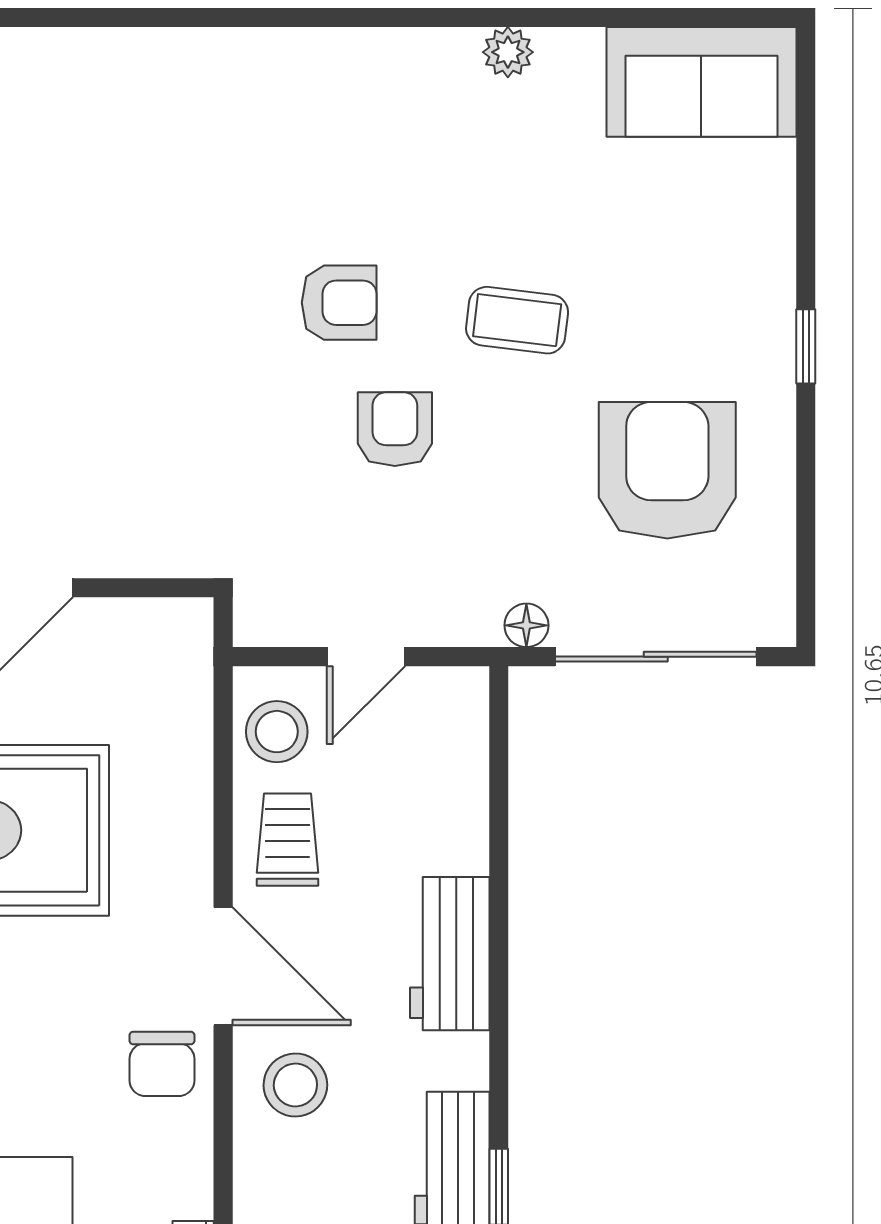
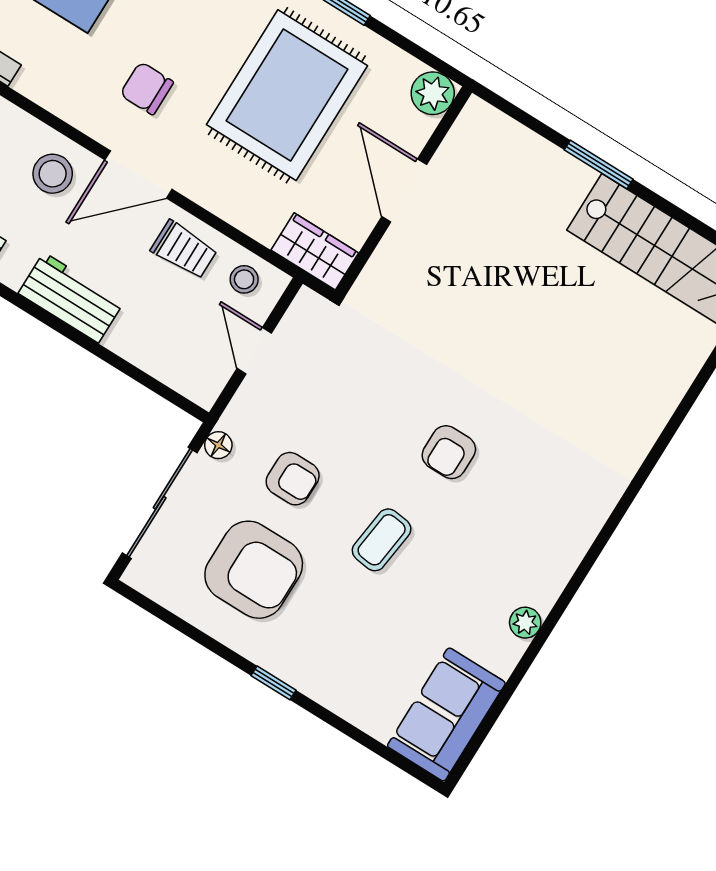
armchair: (395, 429) -> (293, 479), moved
wardrobe: (178, 659) -> (315, 251), added
stool: (277, 732) -> (244, 279), width x0.73, depth x0.73
chair: (162, 1064) -> (147, 88), moved

